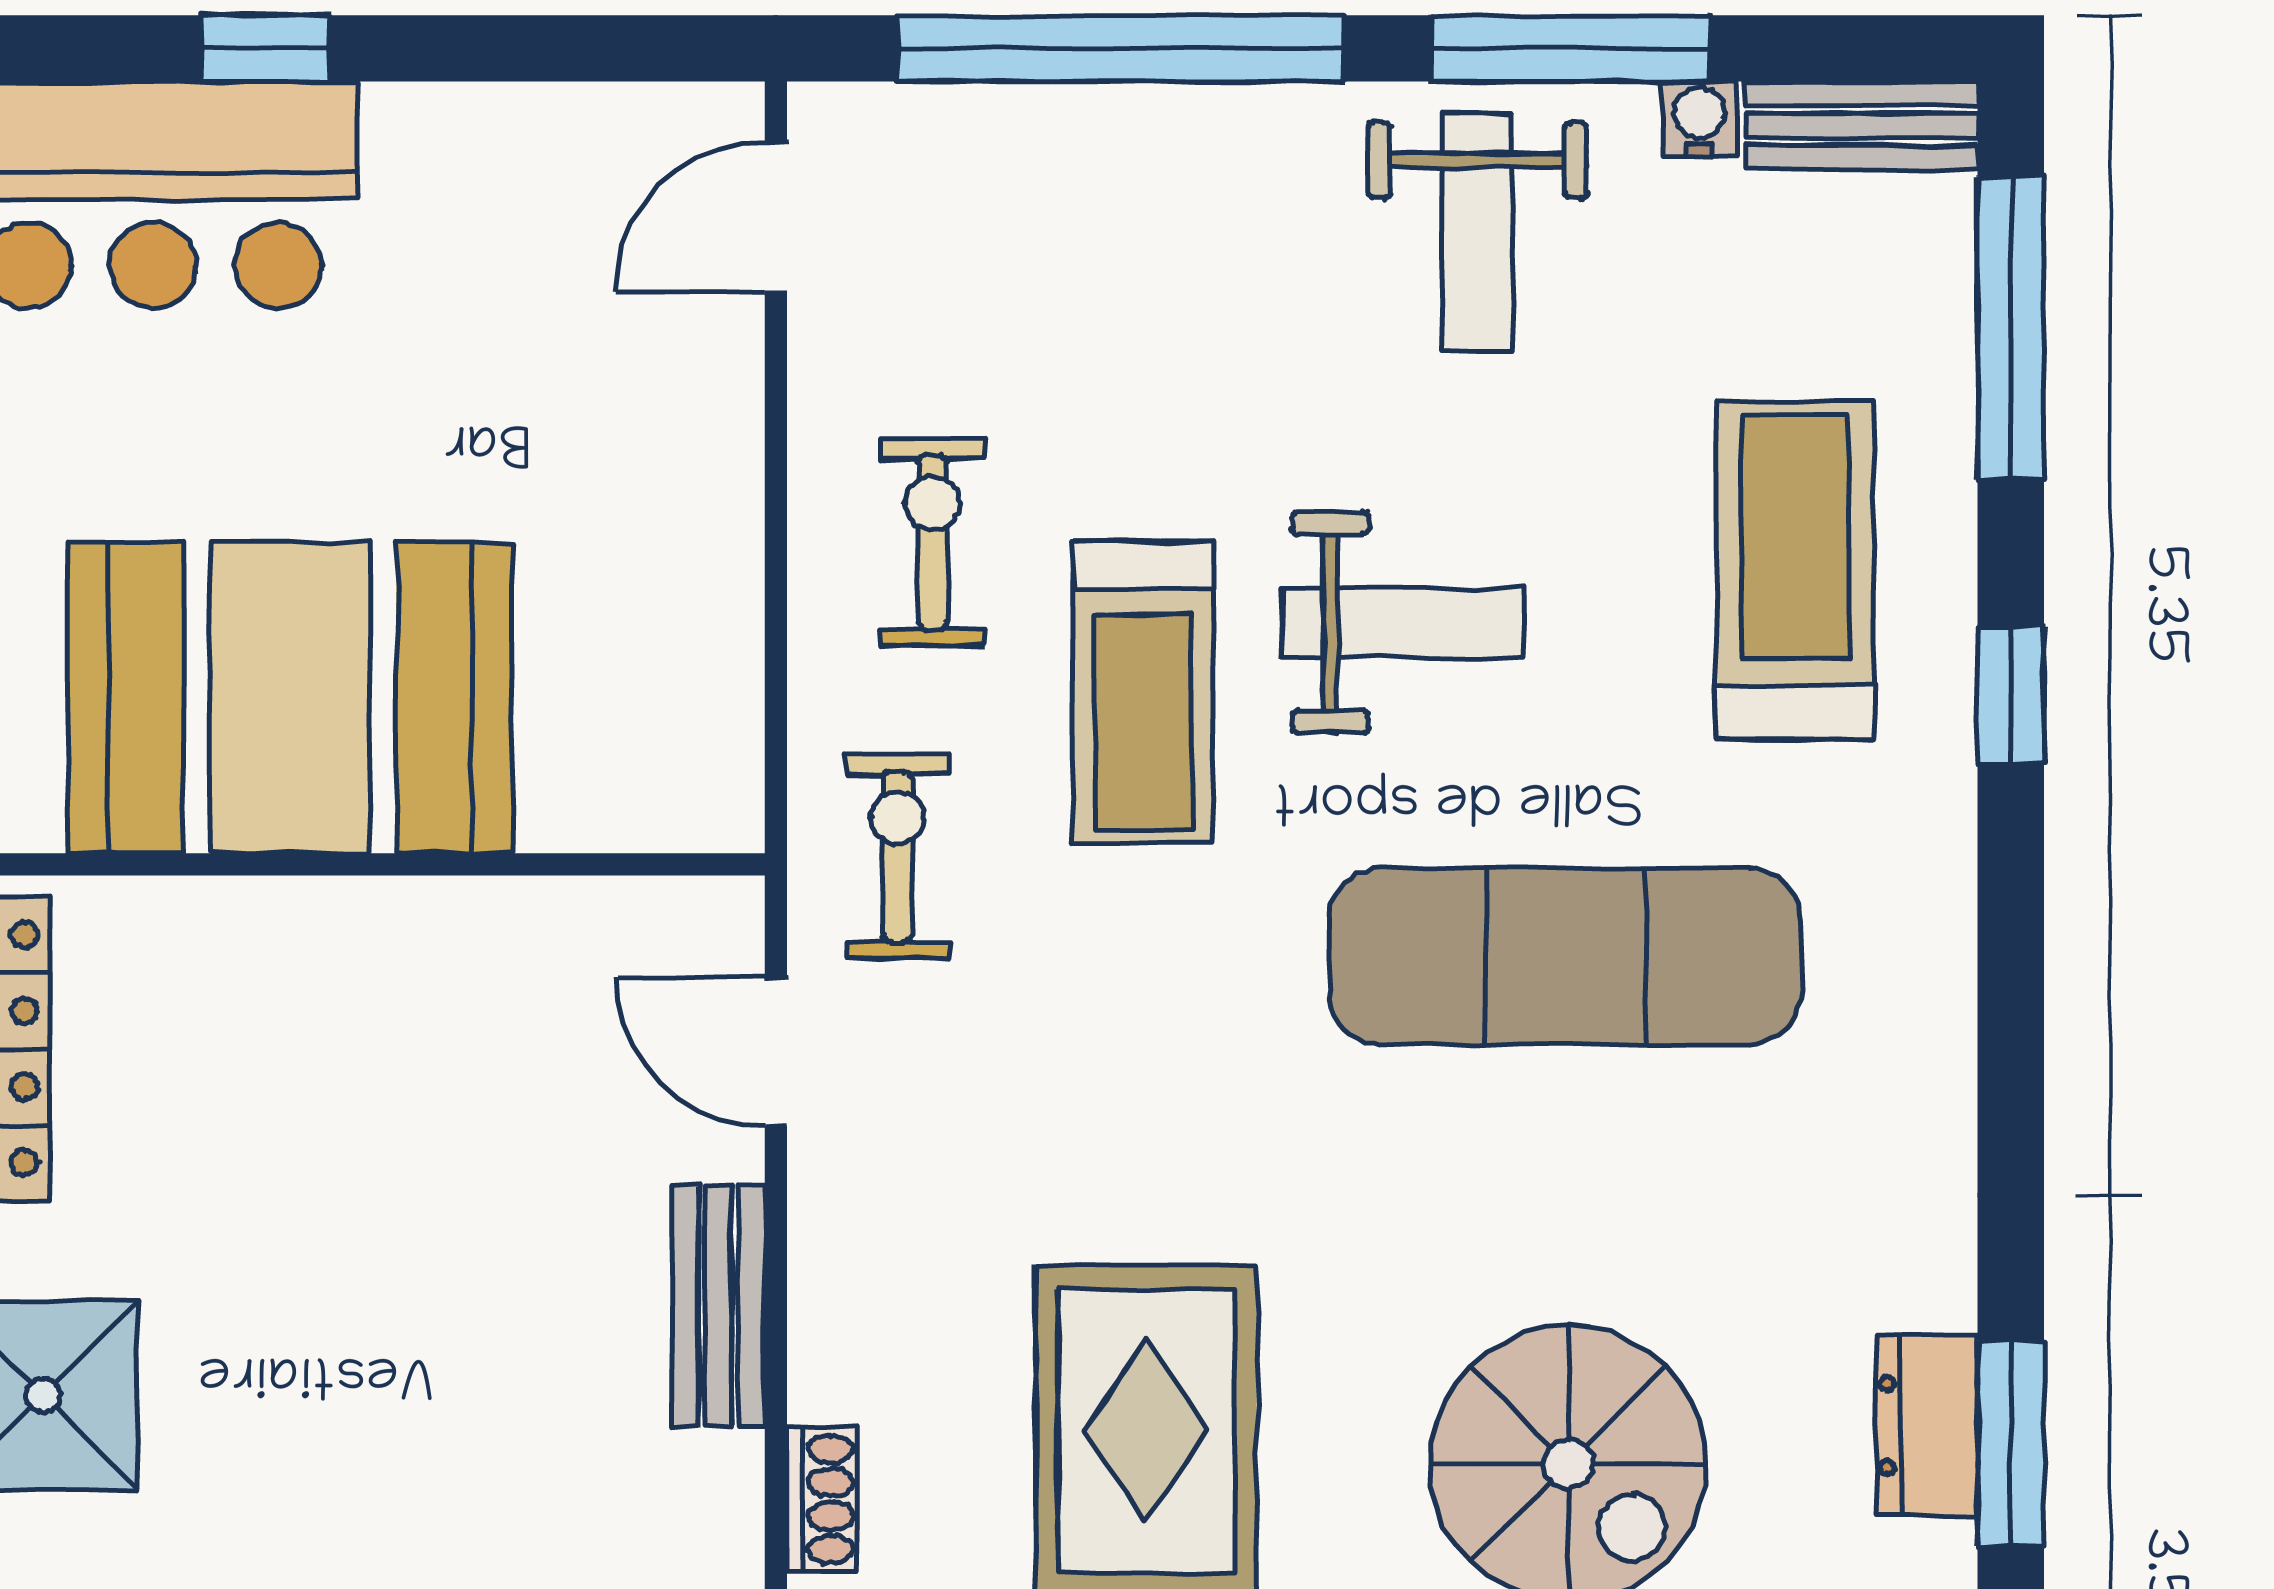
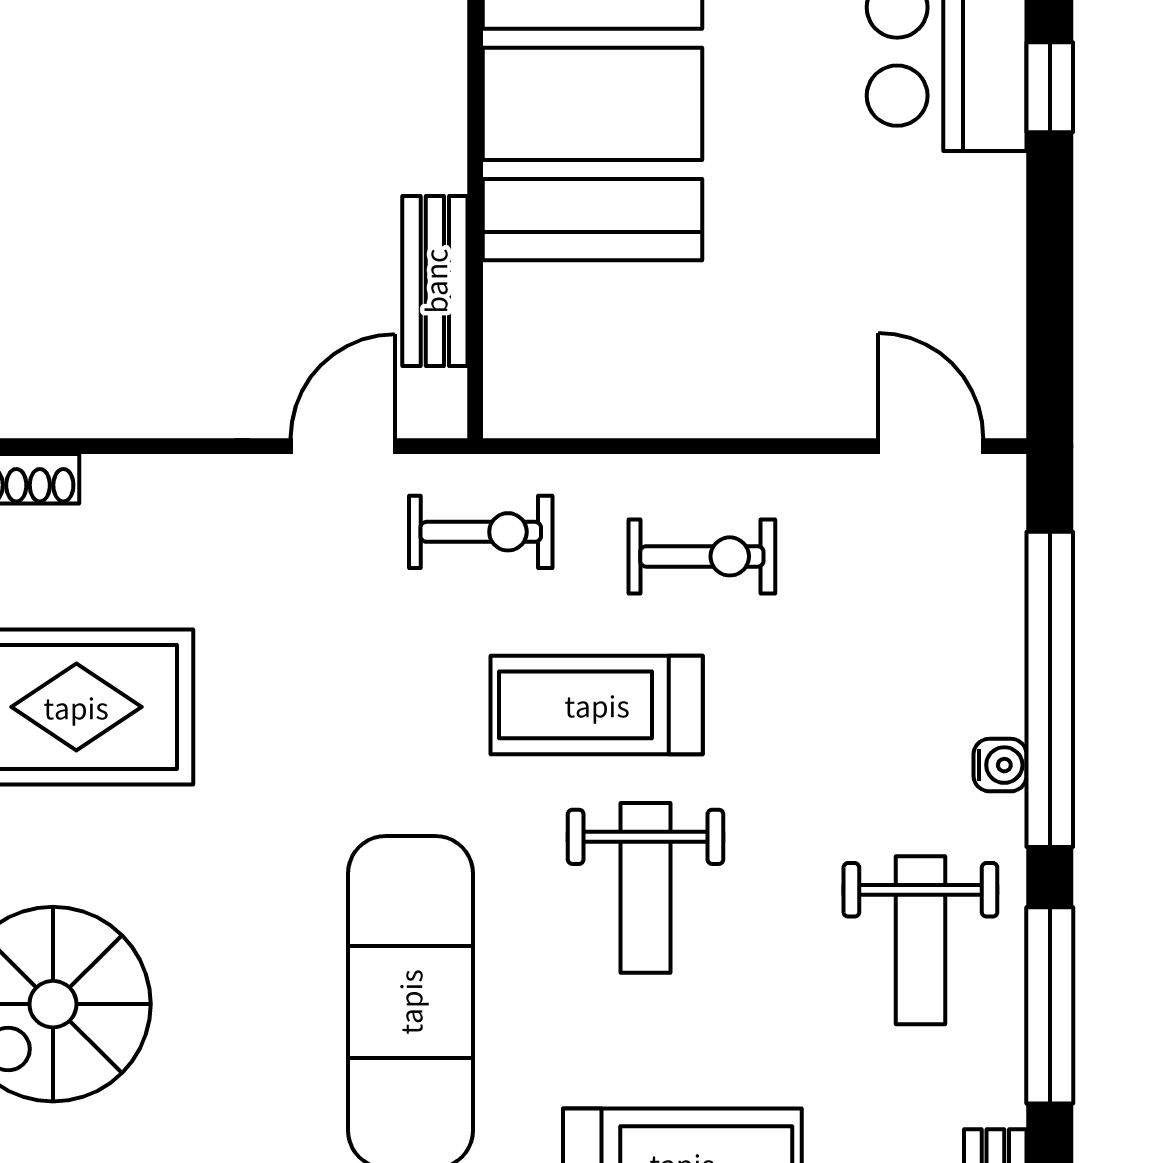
water cooler: (1699, 119) -> (1000, 765), moved
weight bench: (1477, 232) -> (920, 940), turned -90
bench: (719, 1306) -> (435, 281), moved, turned 90

